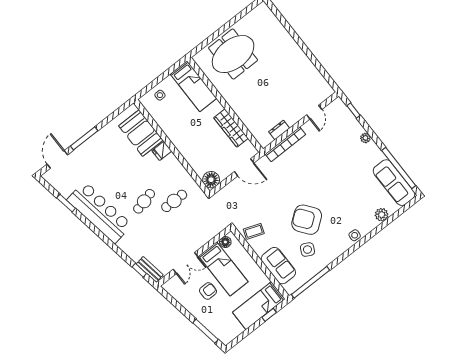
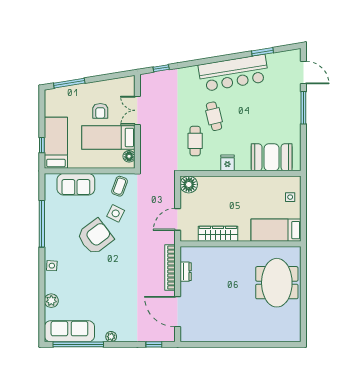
door: (314, 112) -> (178, 312), width x1.88
plant: (365, 138) -> (111, 337), moved
fridge: (162, 151) -> (227, 163), moved
side table: (307, 250) -> (116, 213), moved
bench: (150, 269) -> (155, 77), removed
window: (310, 282) -> (42, 224), moved

